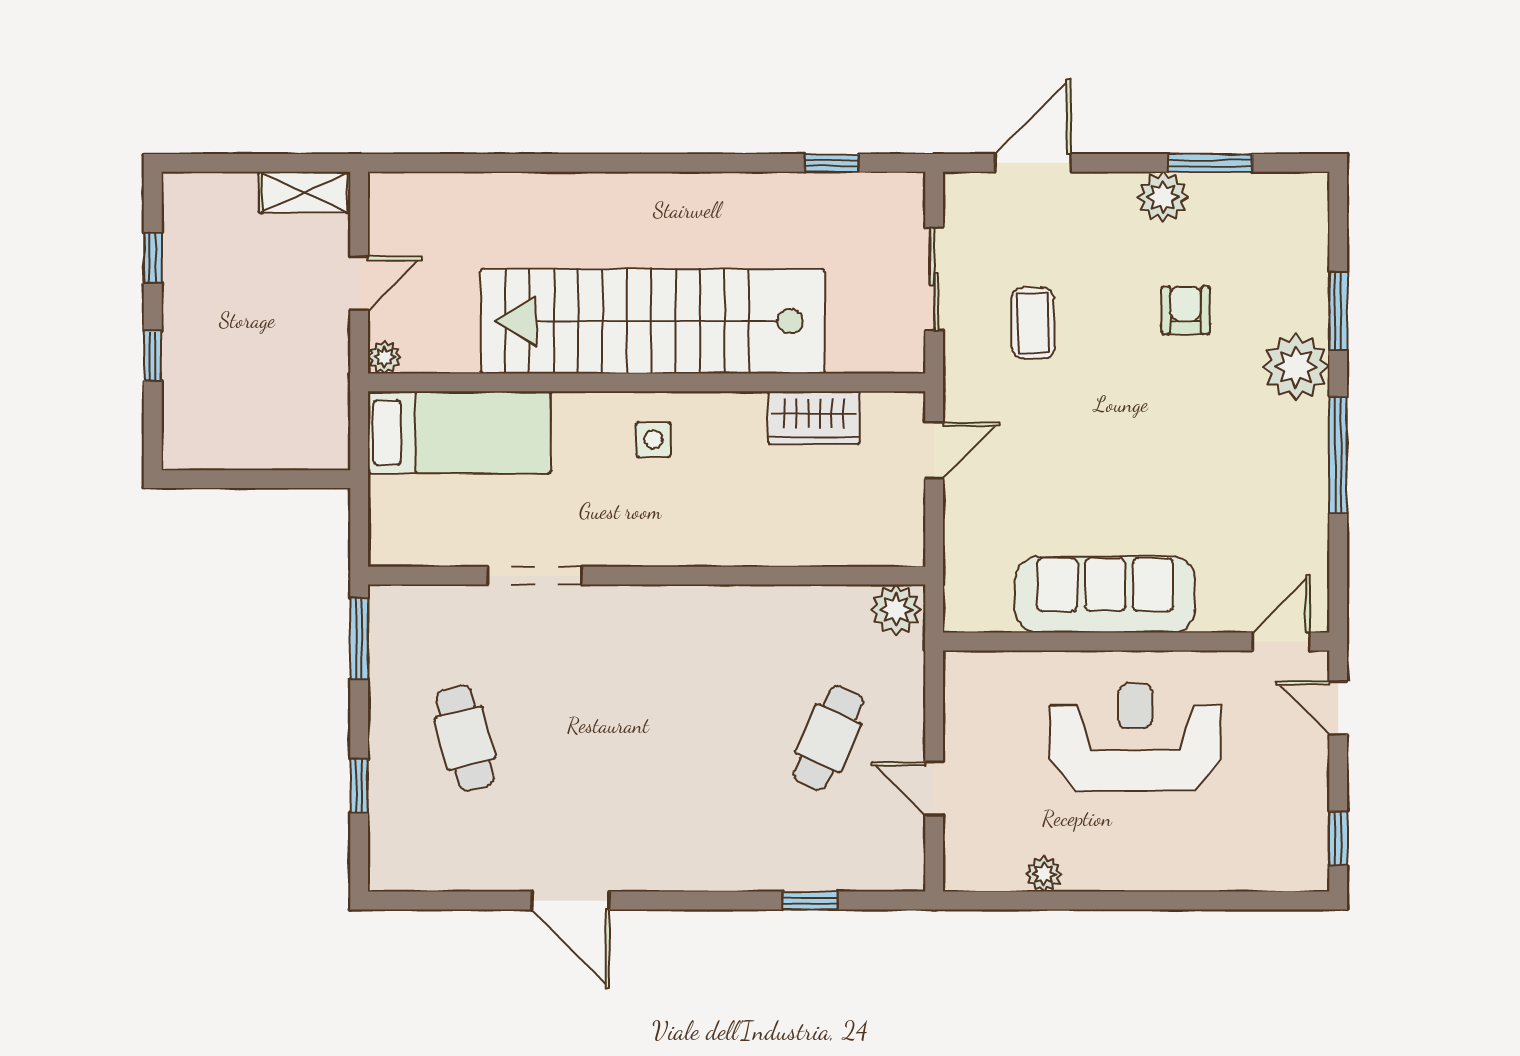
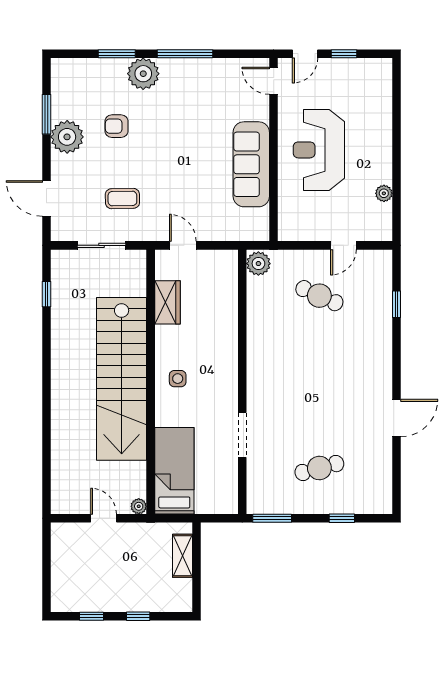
shelving: (305, 192) -> (183, 556), moved
plant: (1163, 197) -> (67, 137), width x1.36, depth x1.36
window: (1338, 838) -> (344, 54), moved

